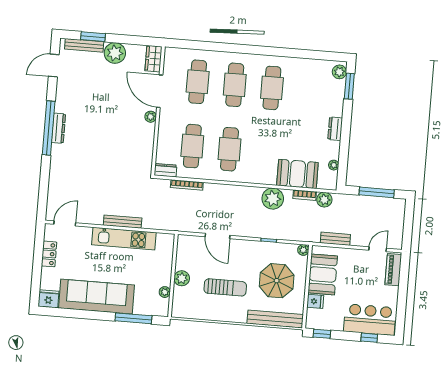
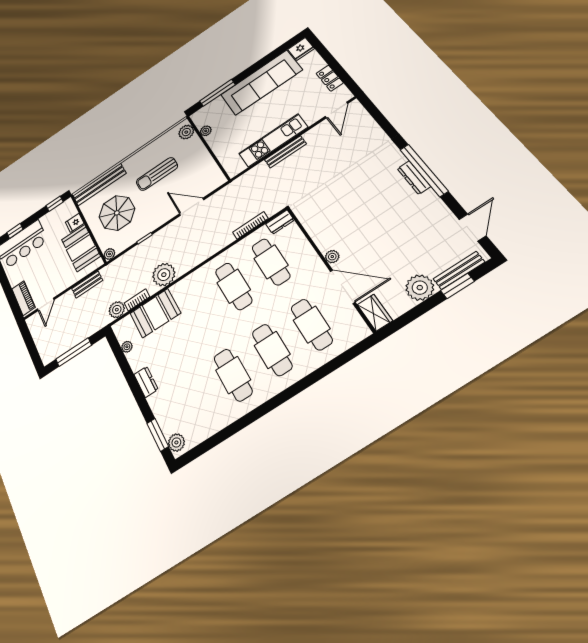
plant: (182, 278) -> (186, 132), moved

